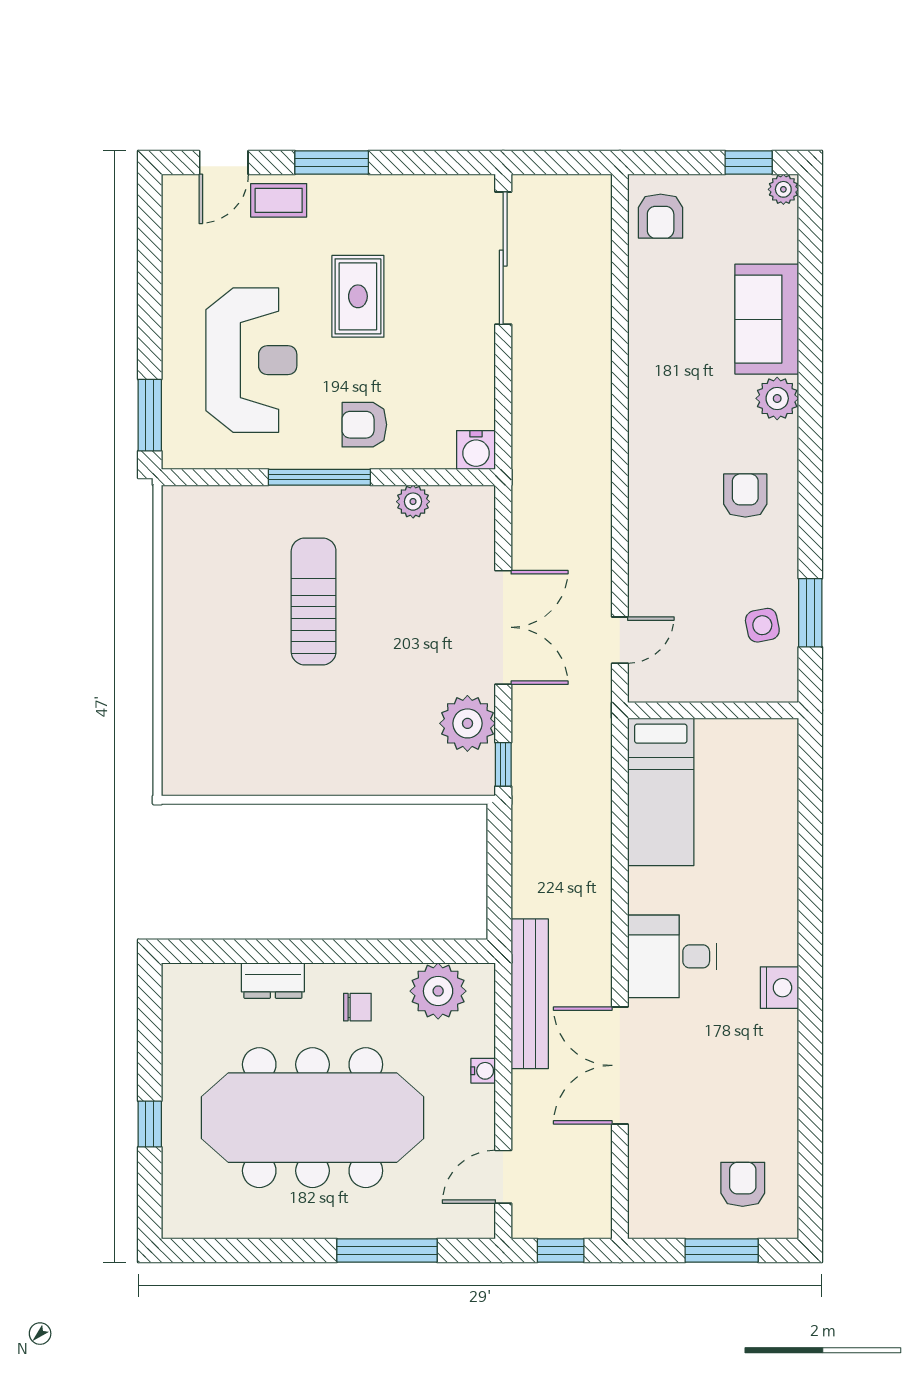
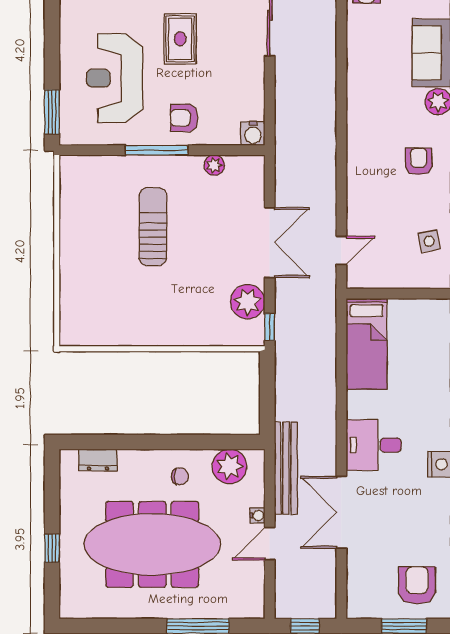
reception desk: (251, 360) -> (115, 78), turned 180
dresser: (273, 981) -> (98, 460), moved
door: (503, 1177) -> (270, 544), moved
armchair: (743, 1184) -> (417, 585), width x1.38, depth x1.38

